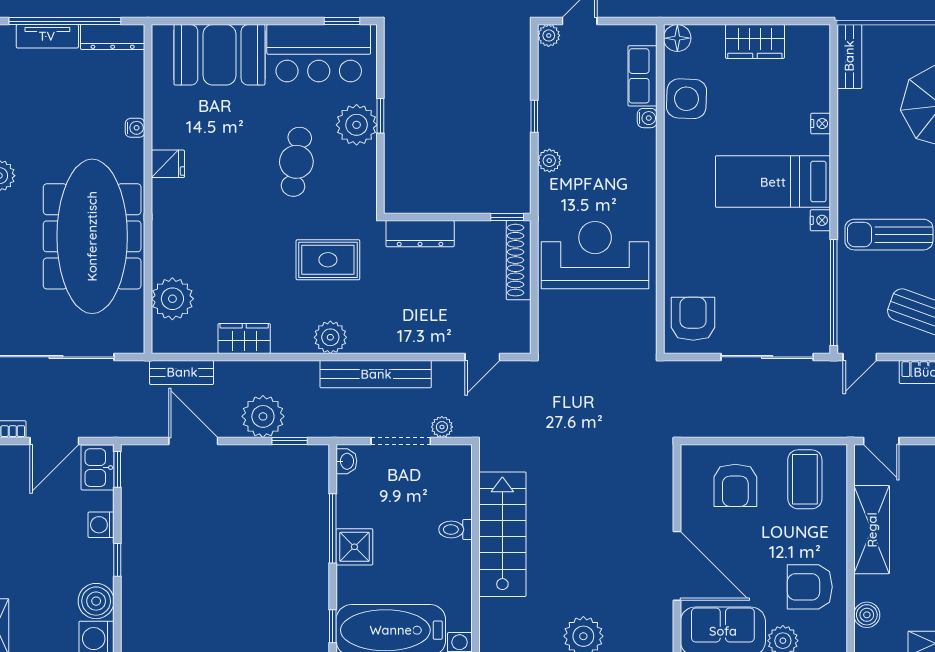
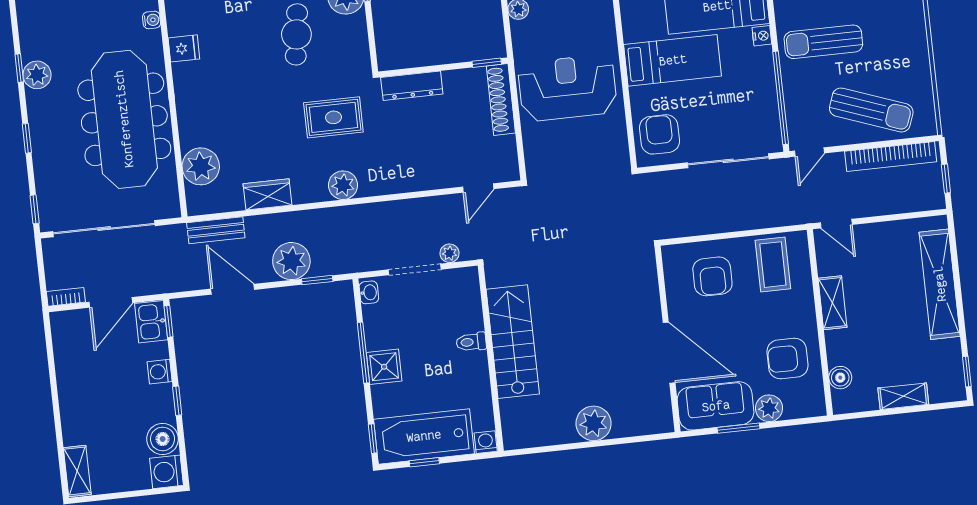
bed: (717, 237) -> (673, 60), added
bench: (376, 374) -> (386, 213), removed
shelving: (872, 530) -> (833, 303), width x0.67, depth x0.75

